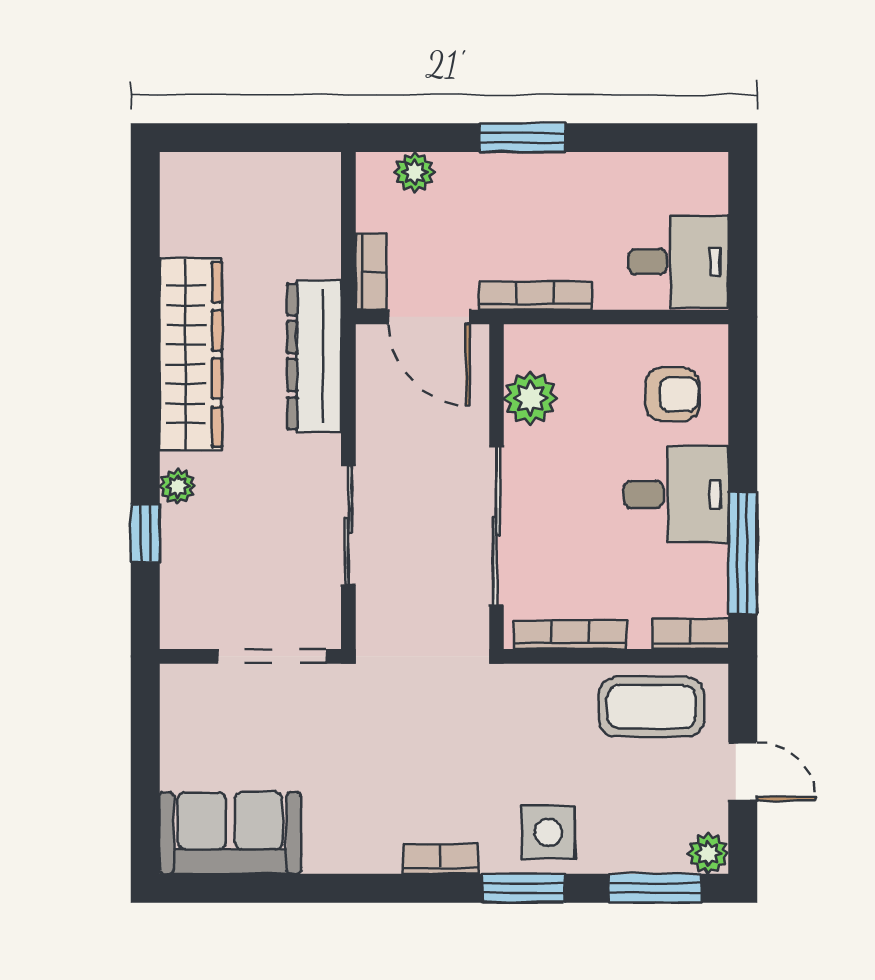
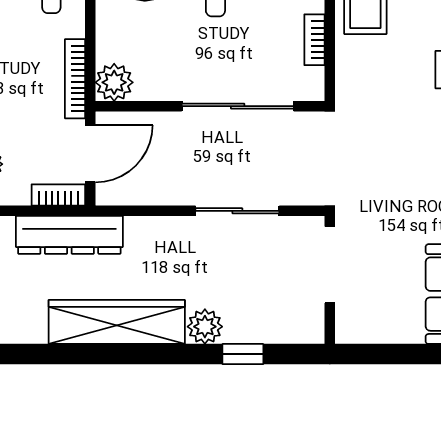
dresser: (314, 356) -> (69, 235), moved
plant: (530, 398) -> (114, 82), moved
plant: (178, 486) -> (205, 327), width x1.38, depth x1.38
bookcase: (570, 635) -> (315, 40), width x0.64

